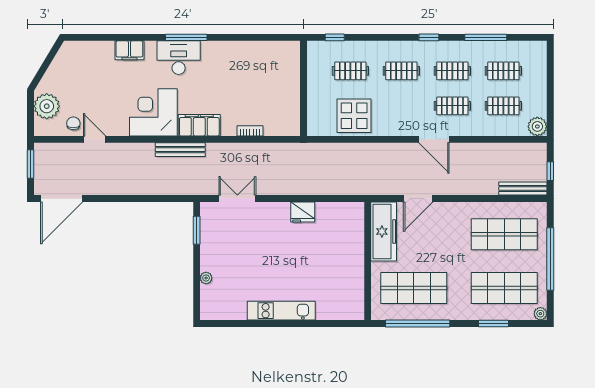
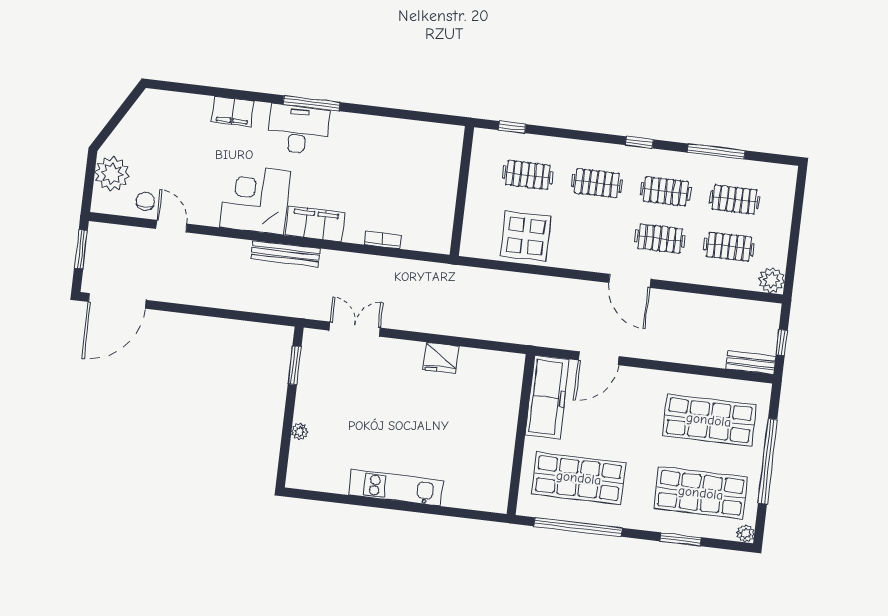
bench: (523, 189) -> (751, 363), width x0.73

